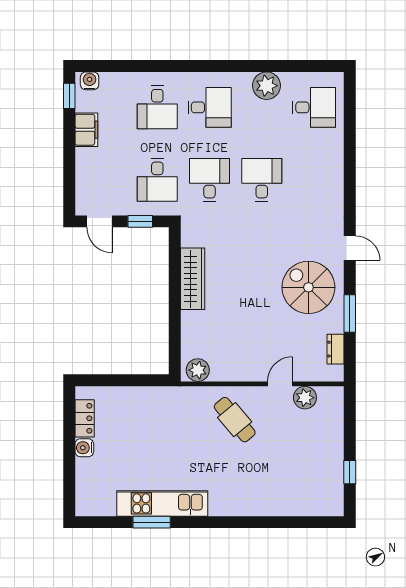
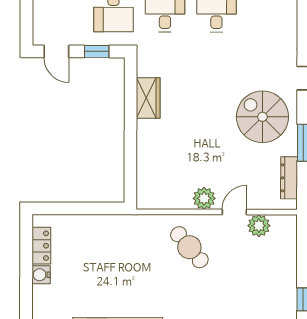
wardrobe: (193, 279) -> (148, 98), width x0.67
dresser: (335, 349) -> (289, 178), width x1.44
plant: (198, 370) -> (204, 198), moved

